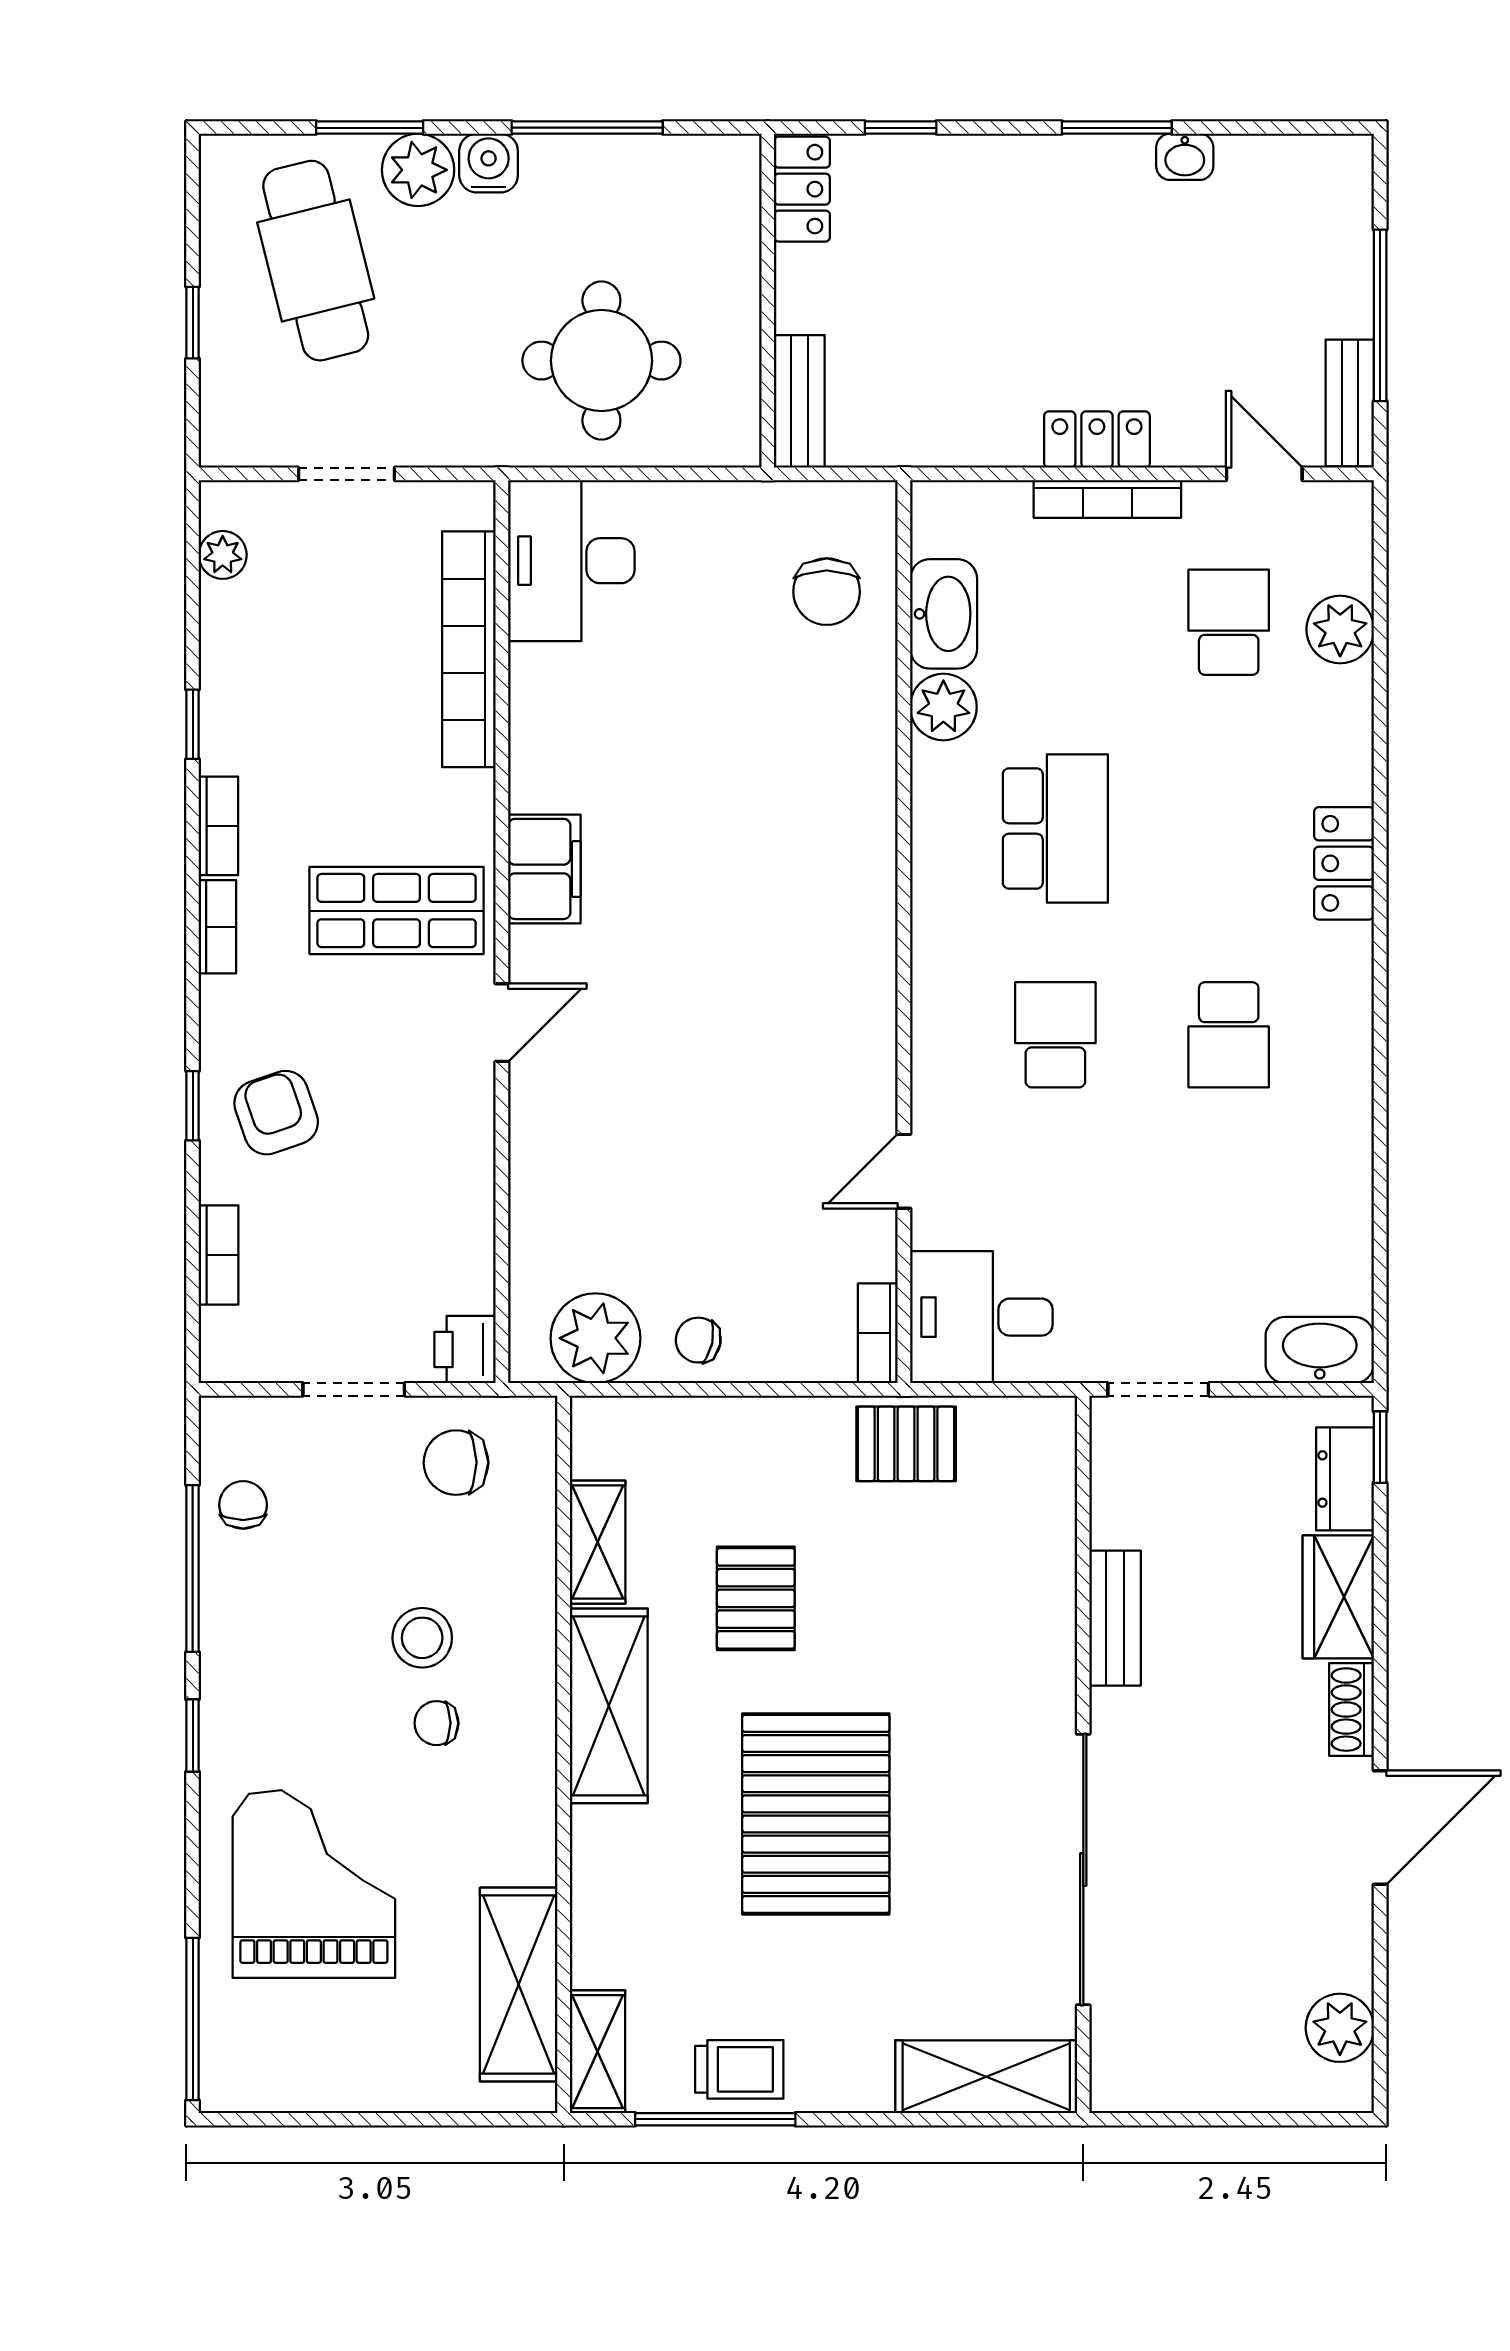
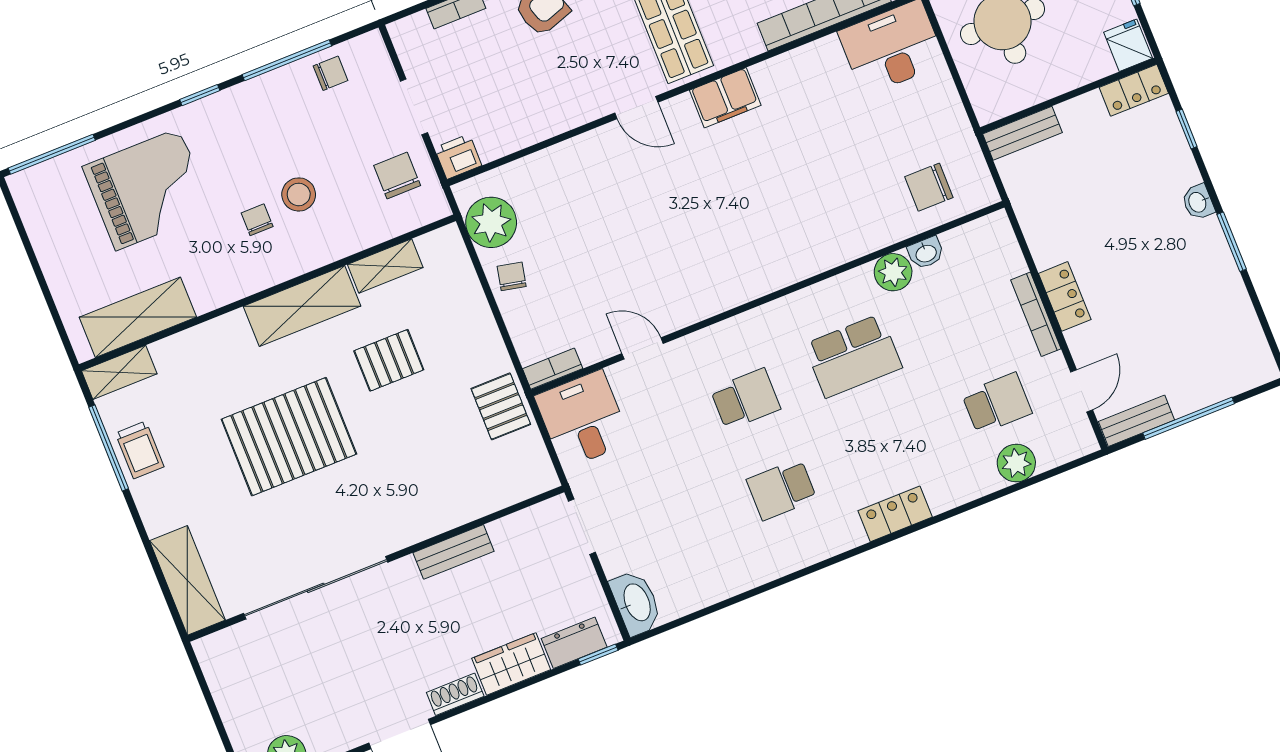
washbasin: (1185, 157) -> (1198, 202), moved
fridge: (724, 169) -> (1128, 45), added
washbasin: (944, 614) -> (926, 253), width x0.52, depth x0.69

